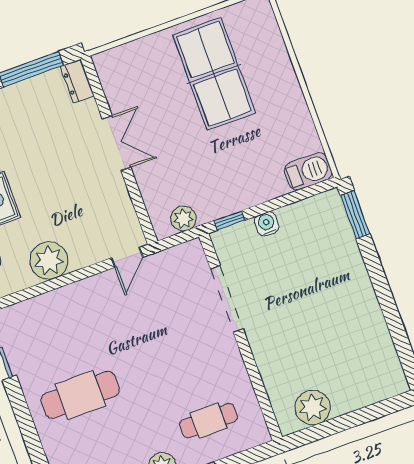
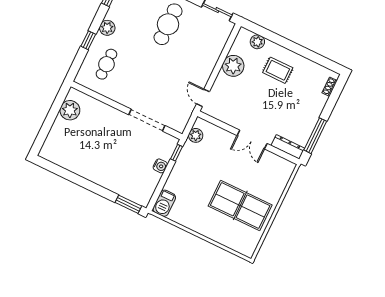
dresser: (77, 81) -> (288, 147), width x1.44

